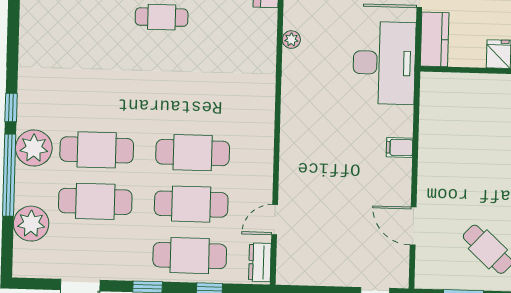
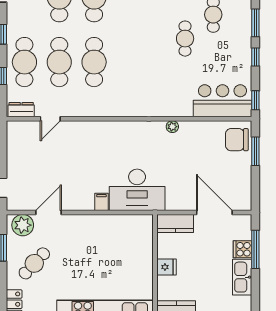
desk: (384, 63) -> (137, 190), moved
door: (275, 220) -> (50, 119), swing flipped
plant: (431, 265) -> (23, 225), added

